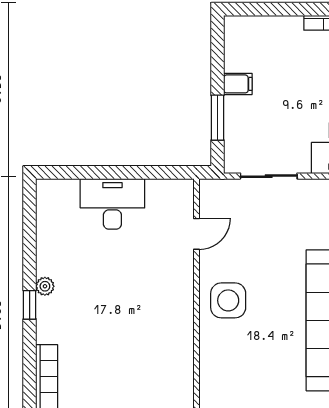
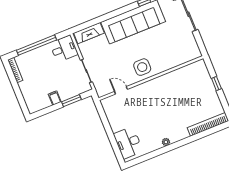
desk: (112, 204) -> (128, 143), moved
window: (30, 305) -> (176, 145), removed

